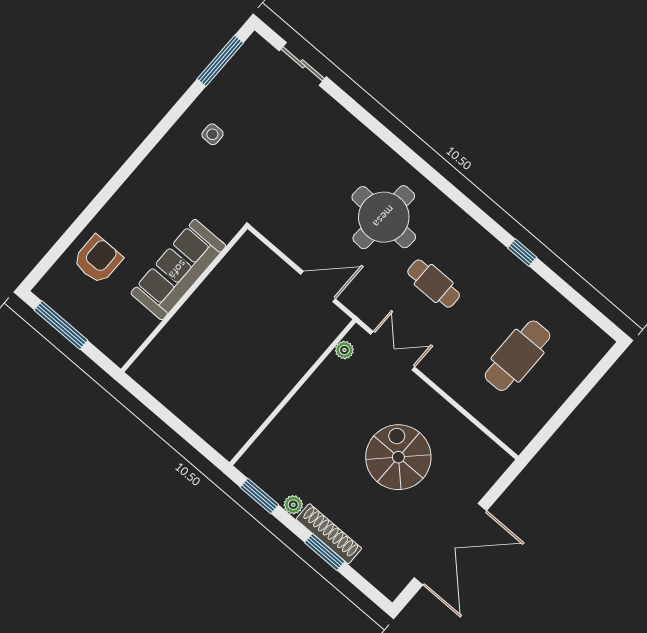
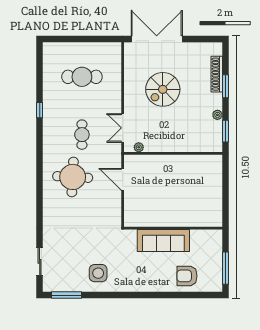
side table: (212, 134) -> (98, 273), width x1.87, depth x1.87
shoe rack: (329, 534) -> (217, 74), moved
double door: (450, 544) -> (157, 39), moved

